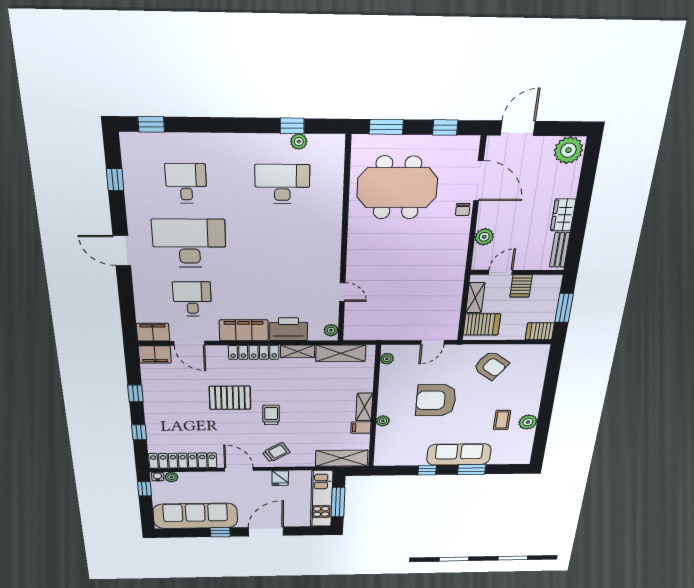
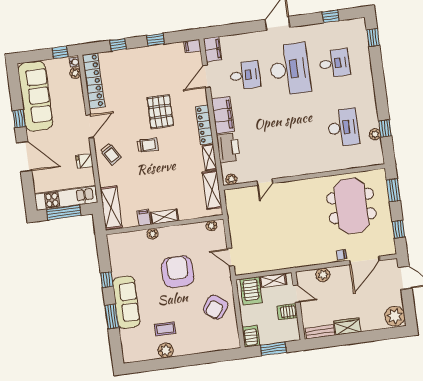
filing cabinet: (155, 354) -> (192, 46), width x0.50

